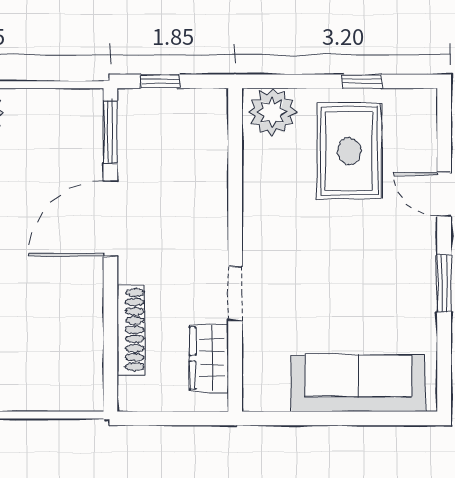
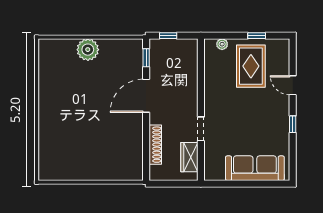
plant: (272, 112) -> (222, 44), width x0.53, depth x0.53
window: (110, 132) -> (146, 58), width x0.67
window: (444, 283) -> (293, 124), width x0.67

